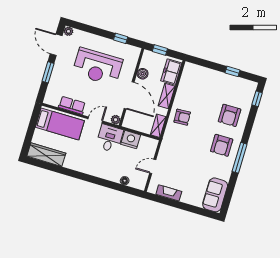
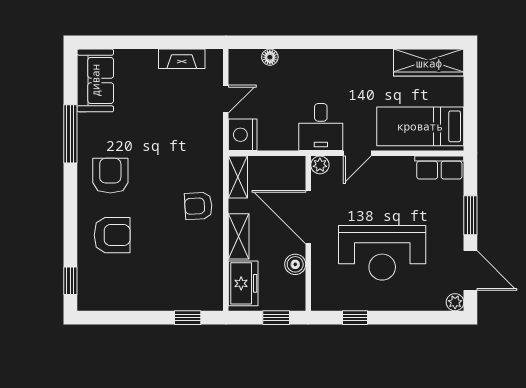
reception desk: (98, 67) -> (382, 253), turned 180
window: (232, 71) -> (188, 318), moved
row of seats: (72, 105) -> (439, 168), moved
armchair: (230, 115) -> (112, 235), turned 90
nightstand: (131, 140) -> (243, 135), moved, turned 90
window: (240, 158) -> (70, 134), moved

